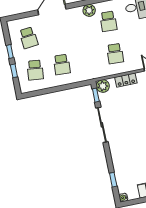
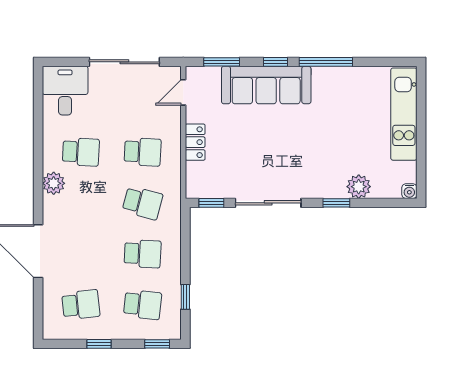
school desk: (88, 59) -> (143, 203), added
window: (14, 71) -> (157, 344), moved
plant: (103, 86) -> (359, 187), moved
window: (44, 92) -> (185, 297), added
window: (113, 180) -> (336, 203), moved

